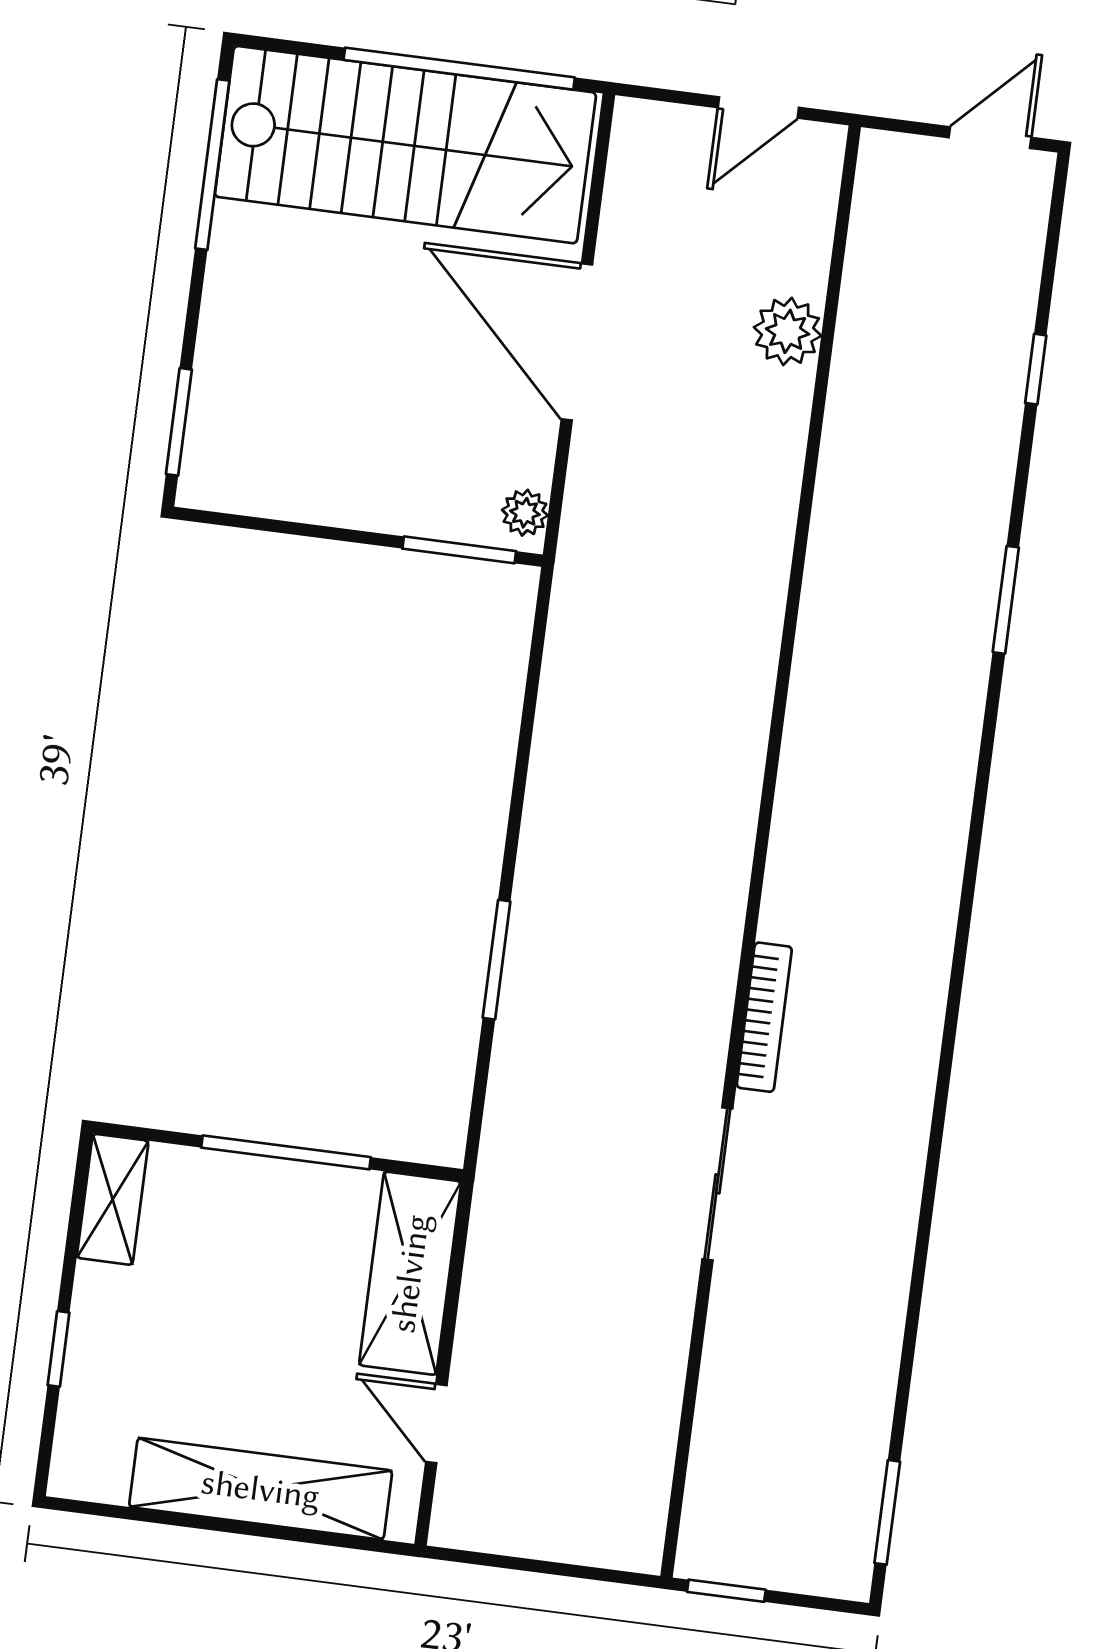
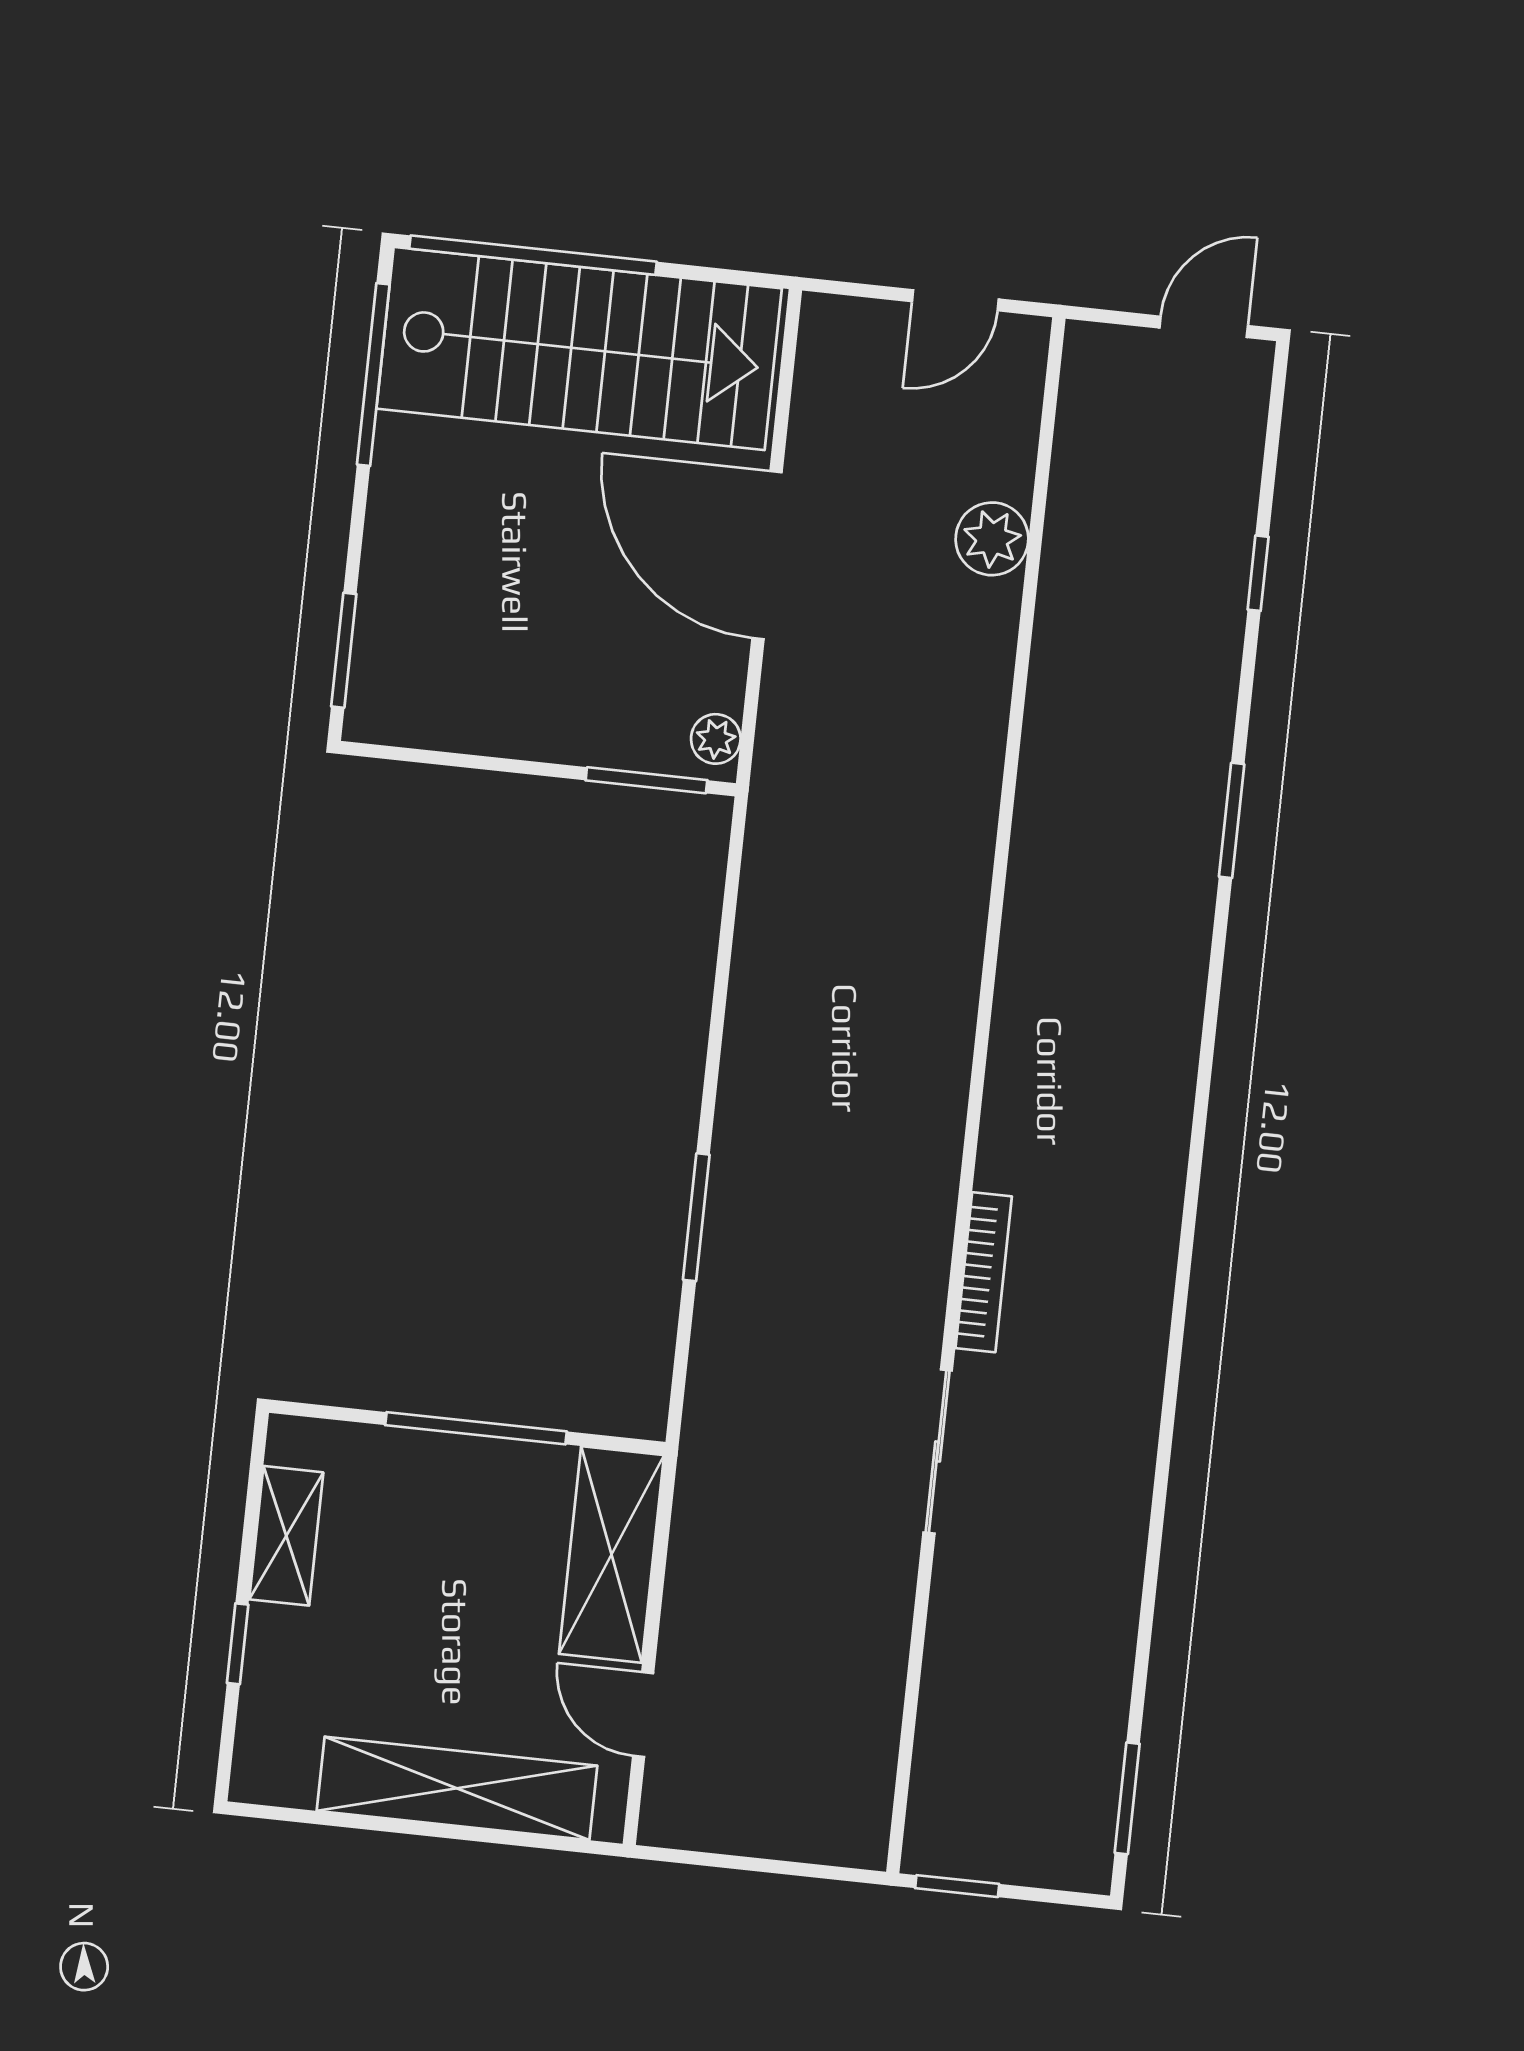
window: (459, 69) -> (533, 255), moved
shelving: (113, 1199) -> (286, 1536), moved

